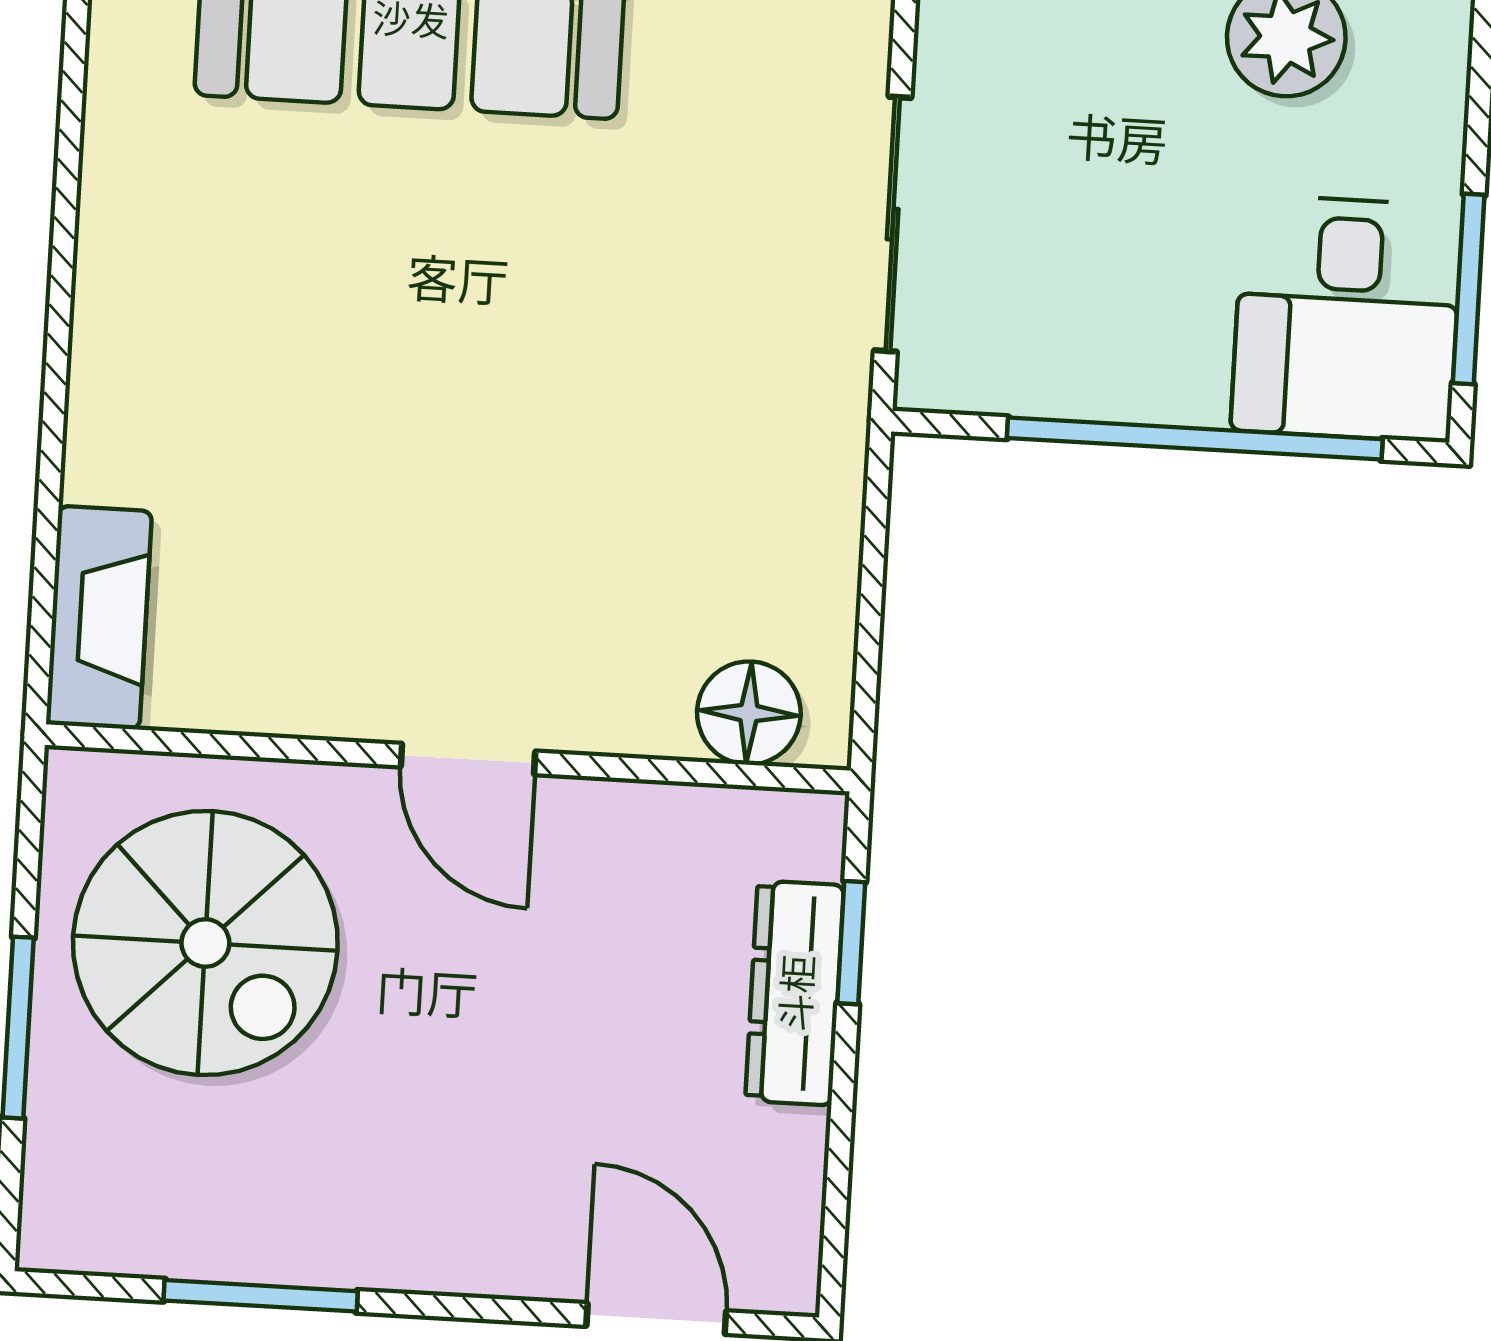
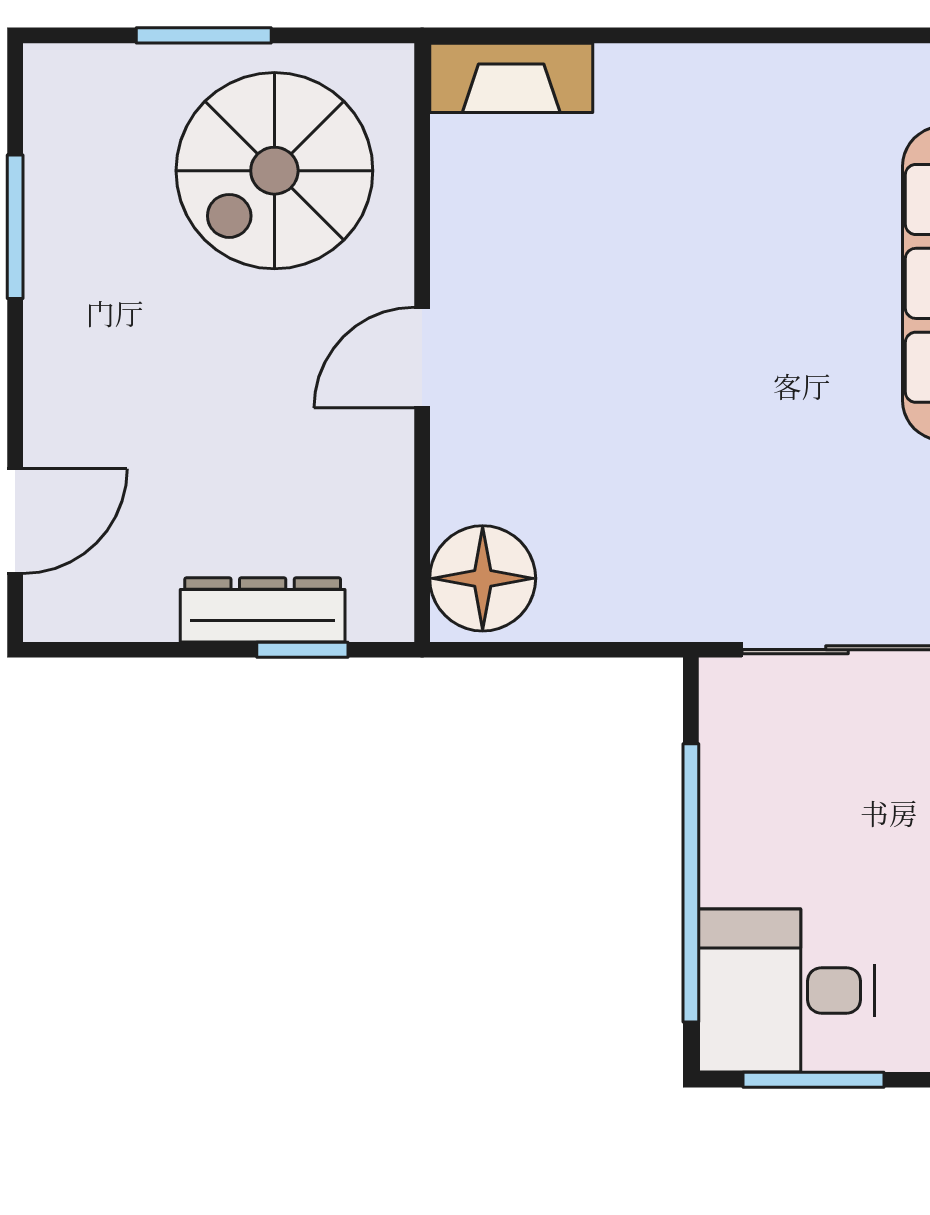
floor lamp: (749, 713) -> (483, 578), width x1.38, depth x1.38

